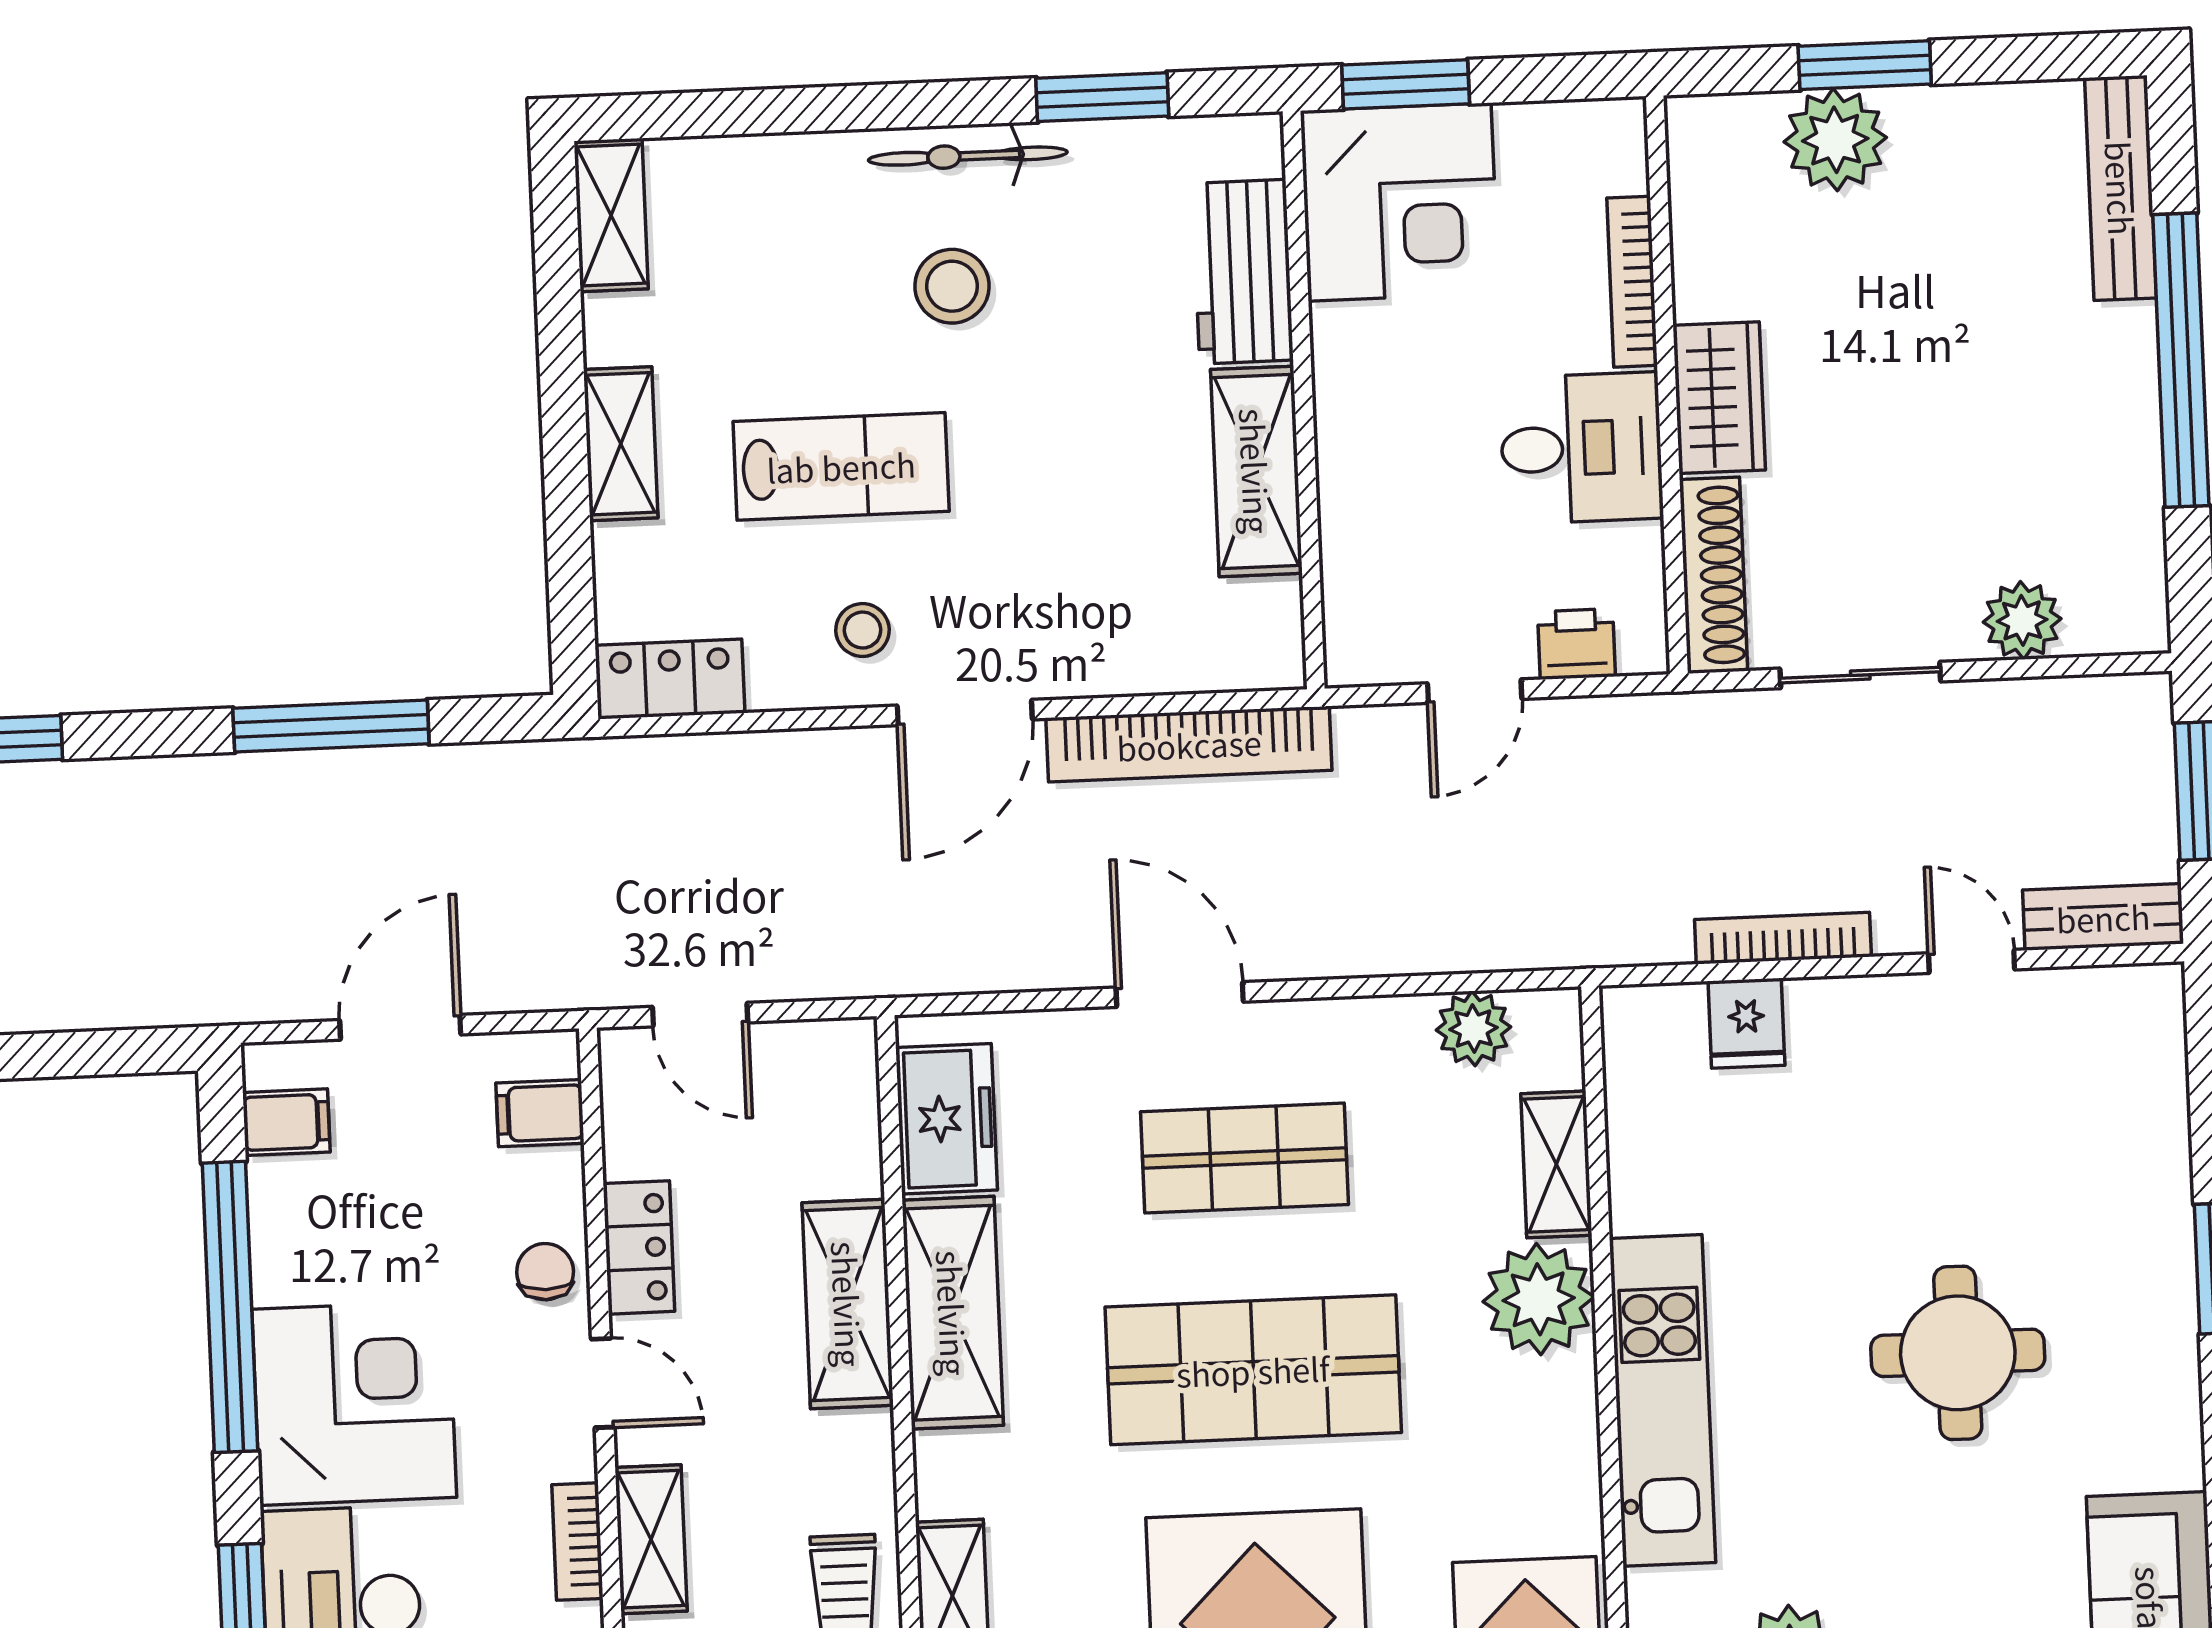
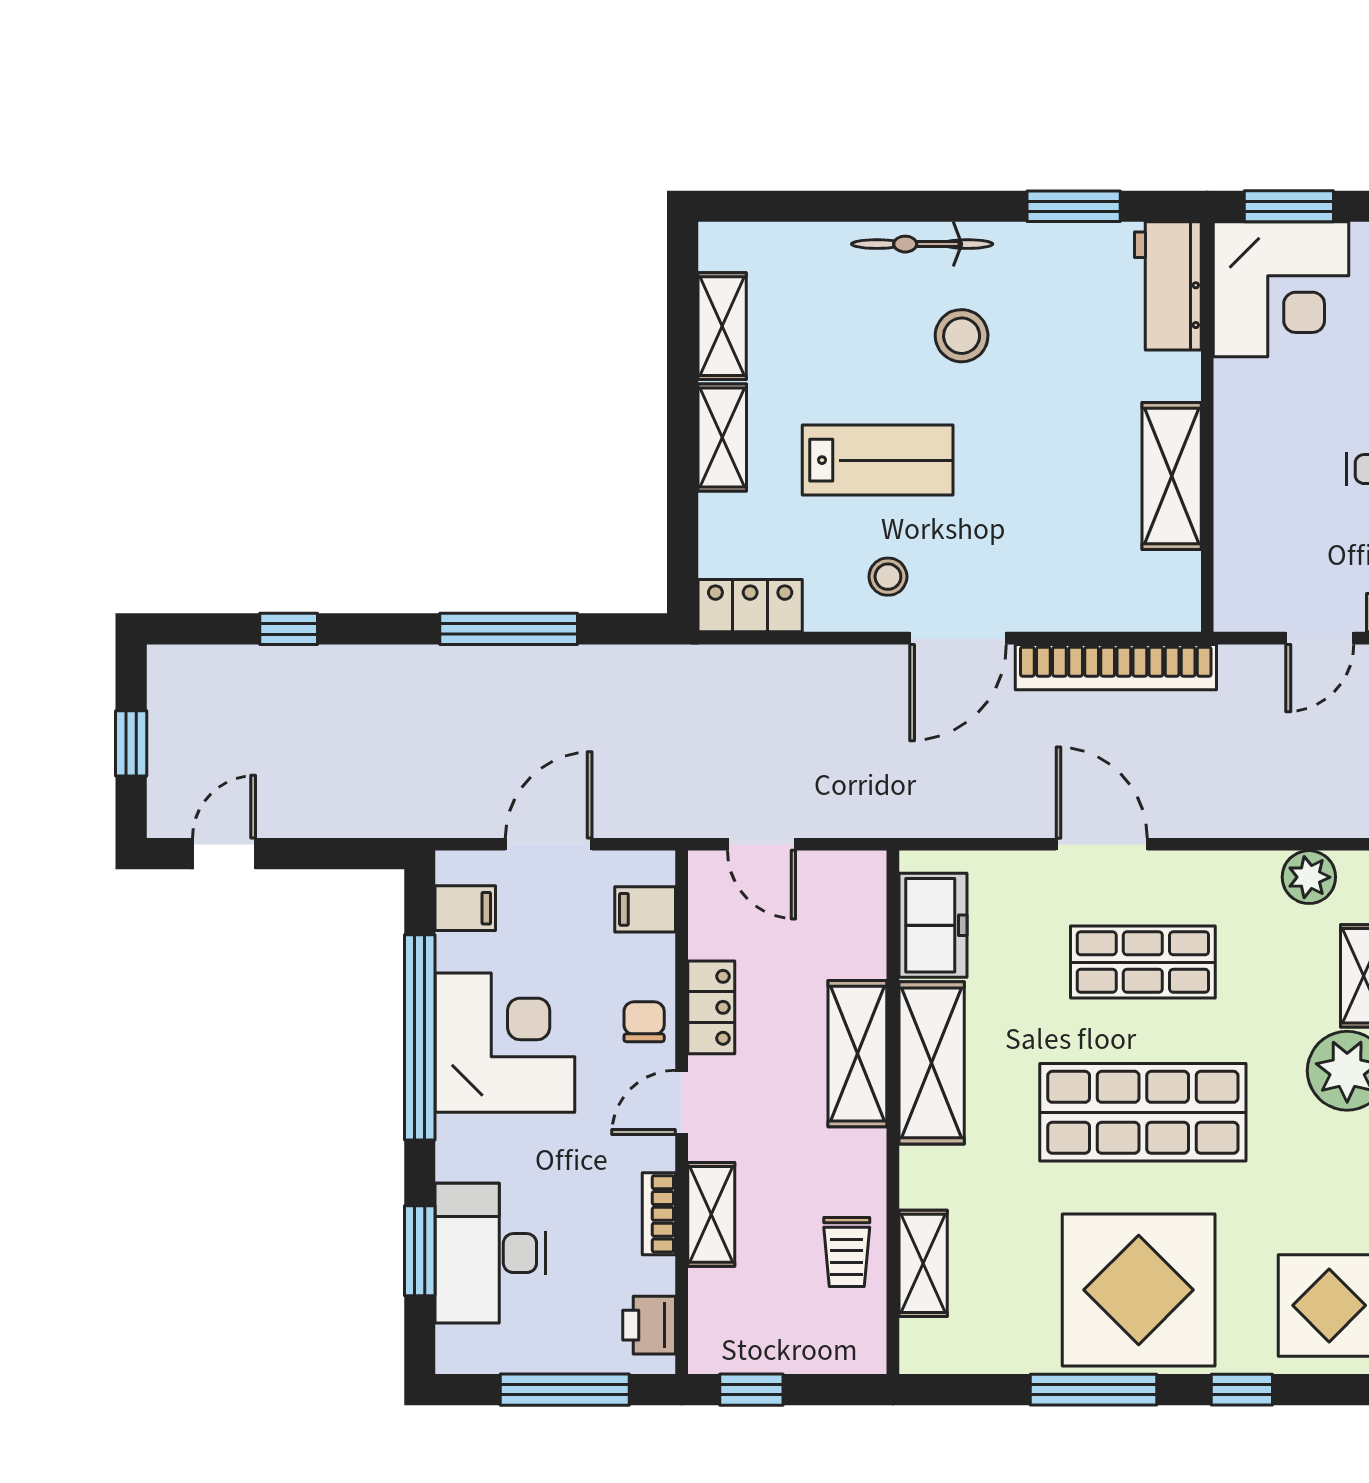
bicycle: (968, 156) -> (922, 244), moved
shelving: (611, 215) -> (722, 326), moved
workbench: (1243, 272) -> (1168, 286), moved
door: (603, 1383) -> (682, 1102), swing flipped
corner desk: (354, 1403) -> (505, 1043), moved

